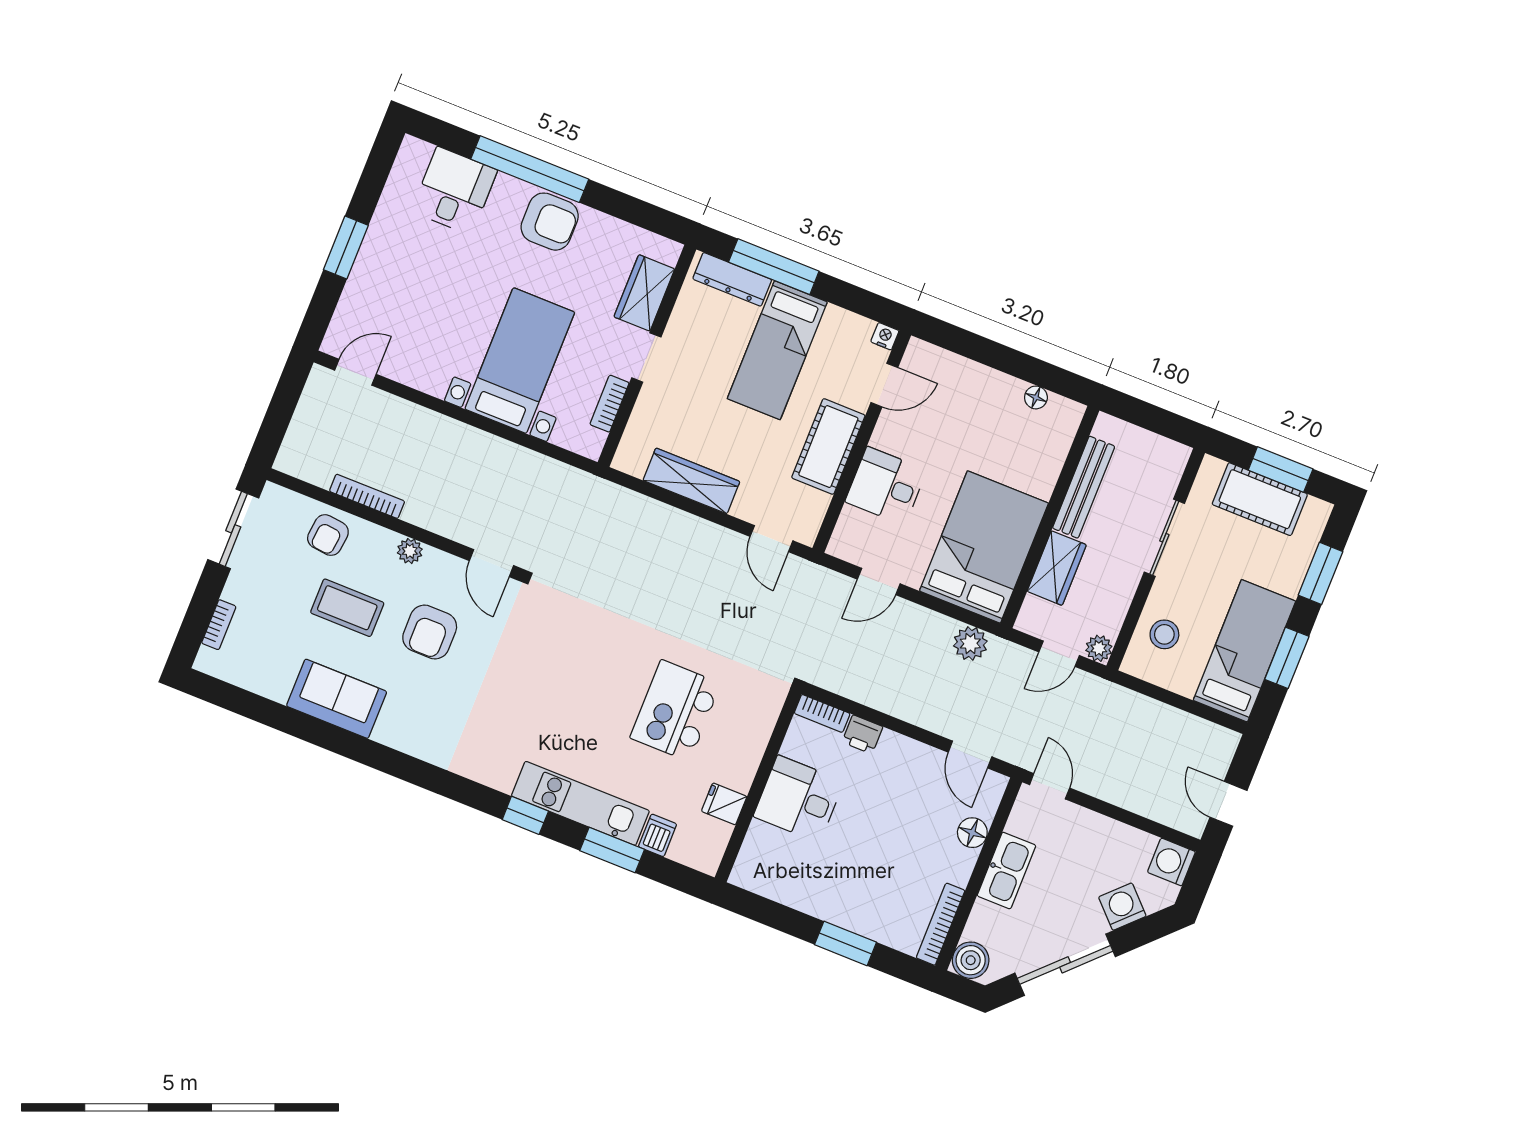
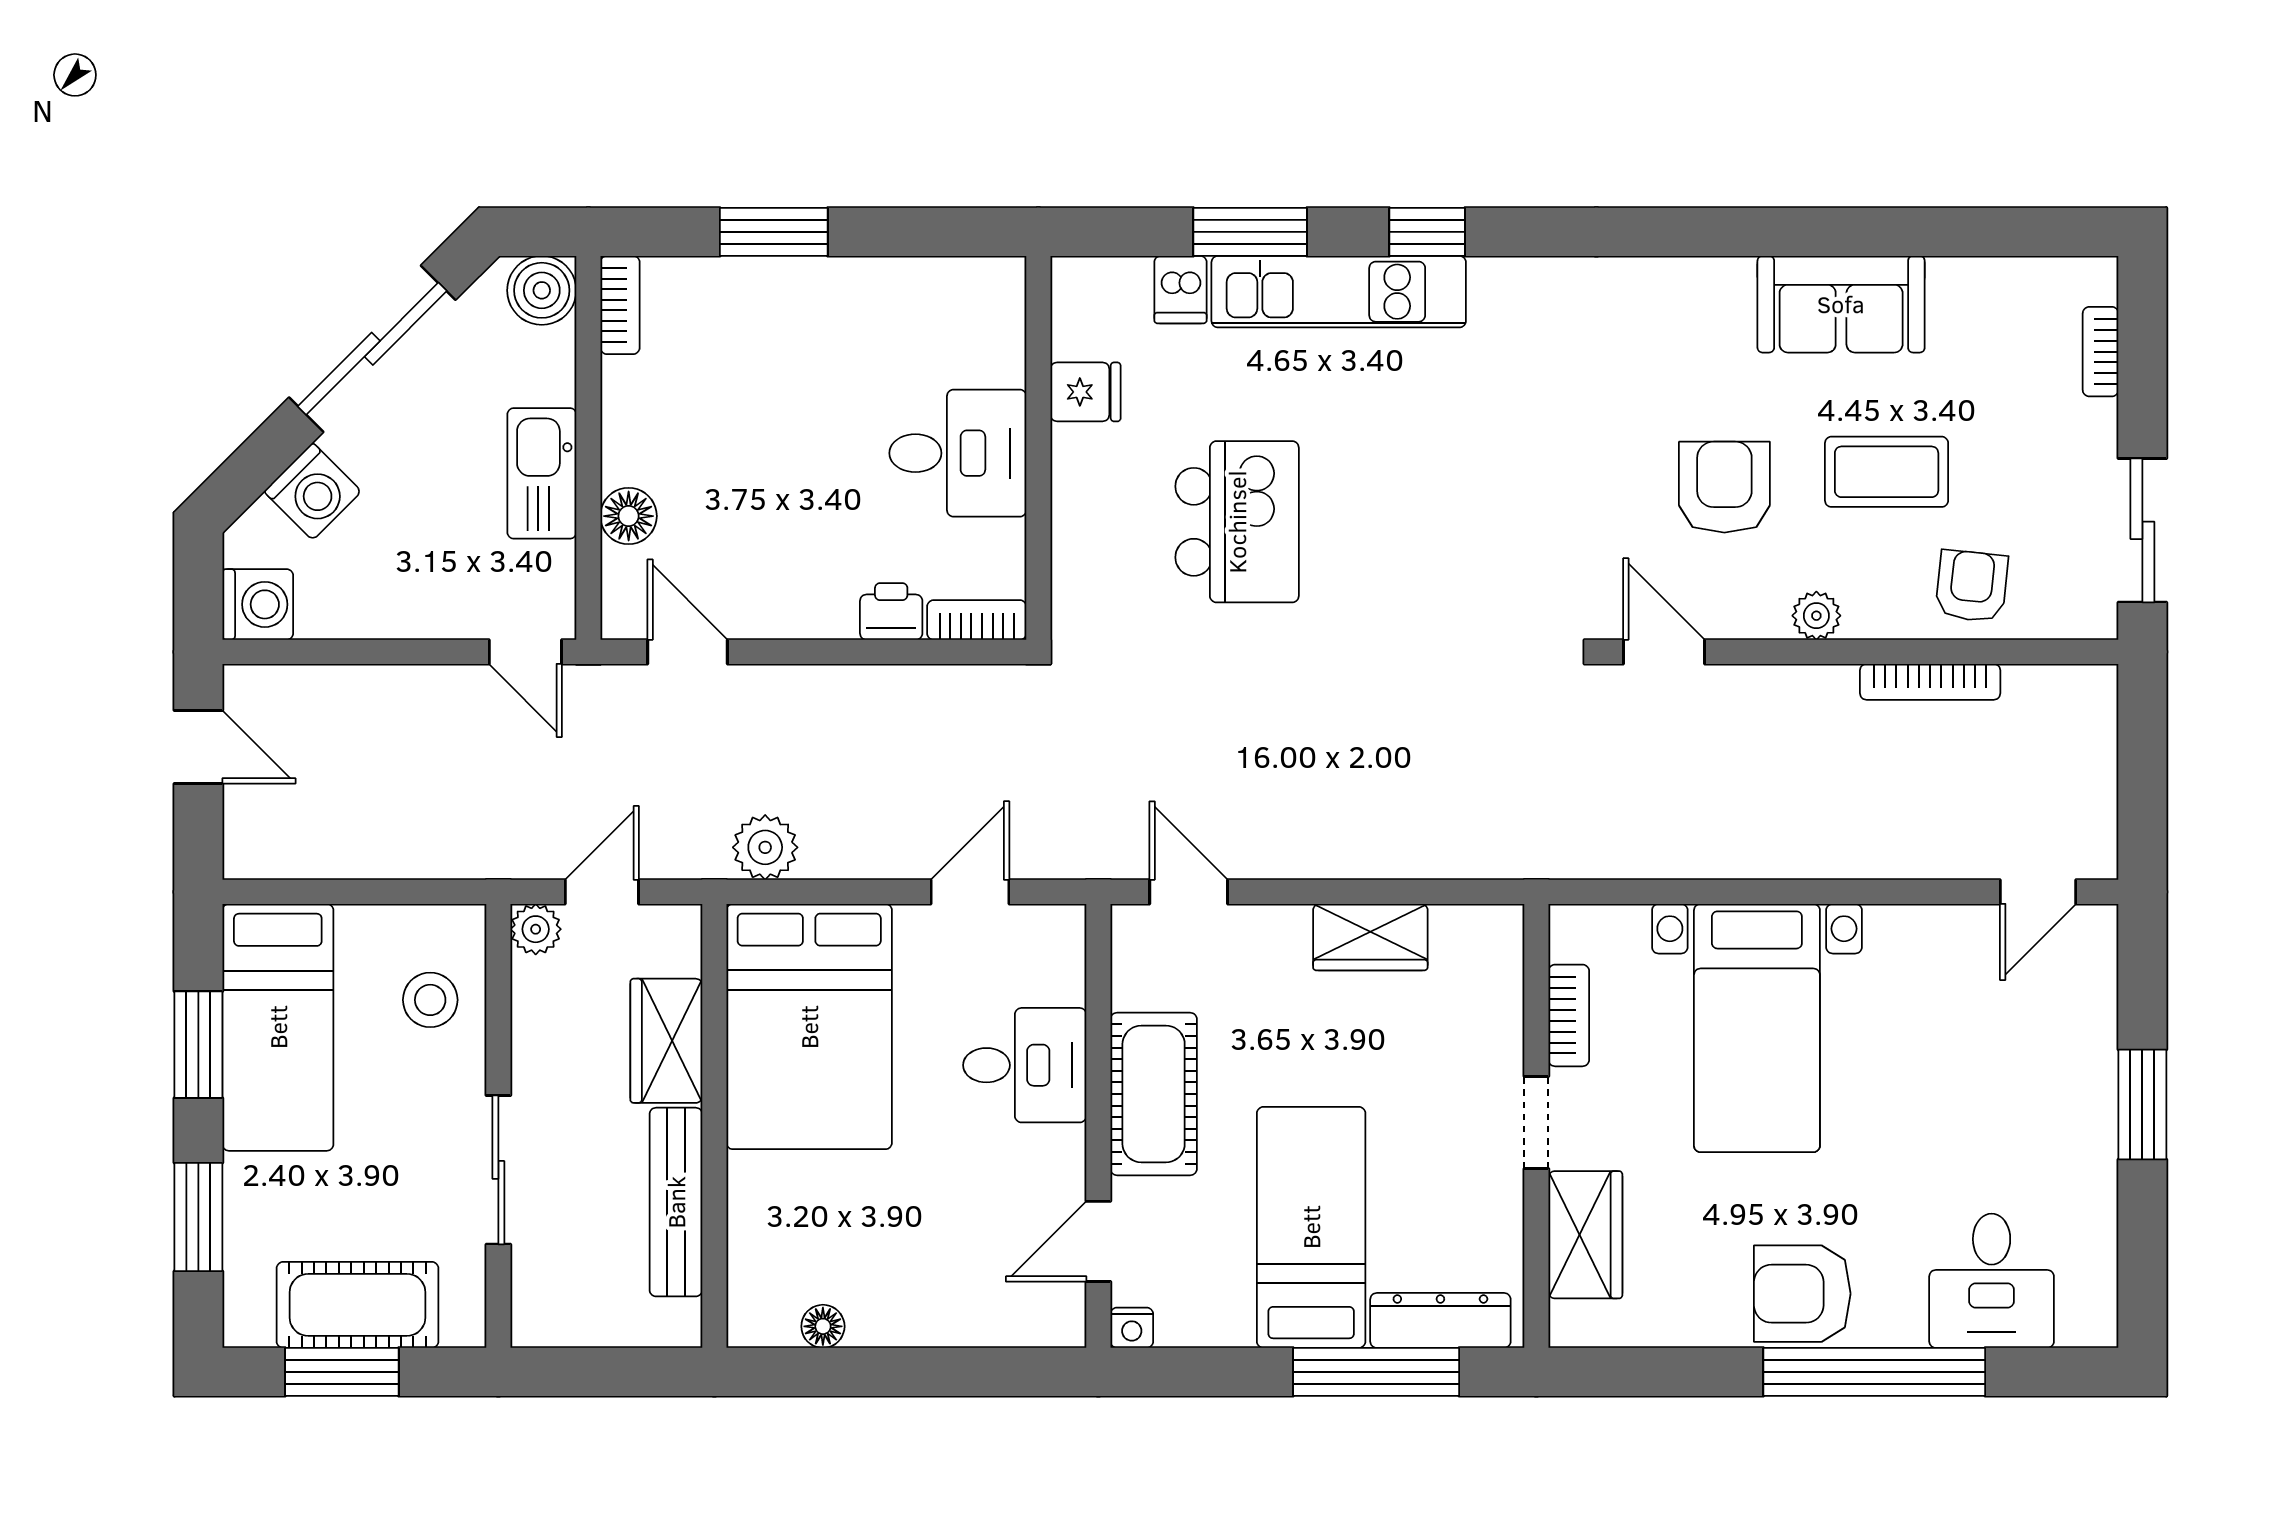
wardrobe: (691, 481) -> (1370, 937), width x0.67
bookcase: (941, 924) -> (620, 305), width x0.64

